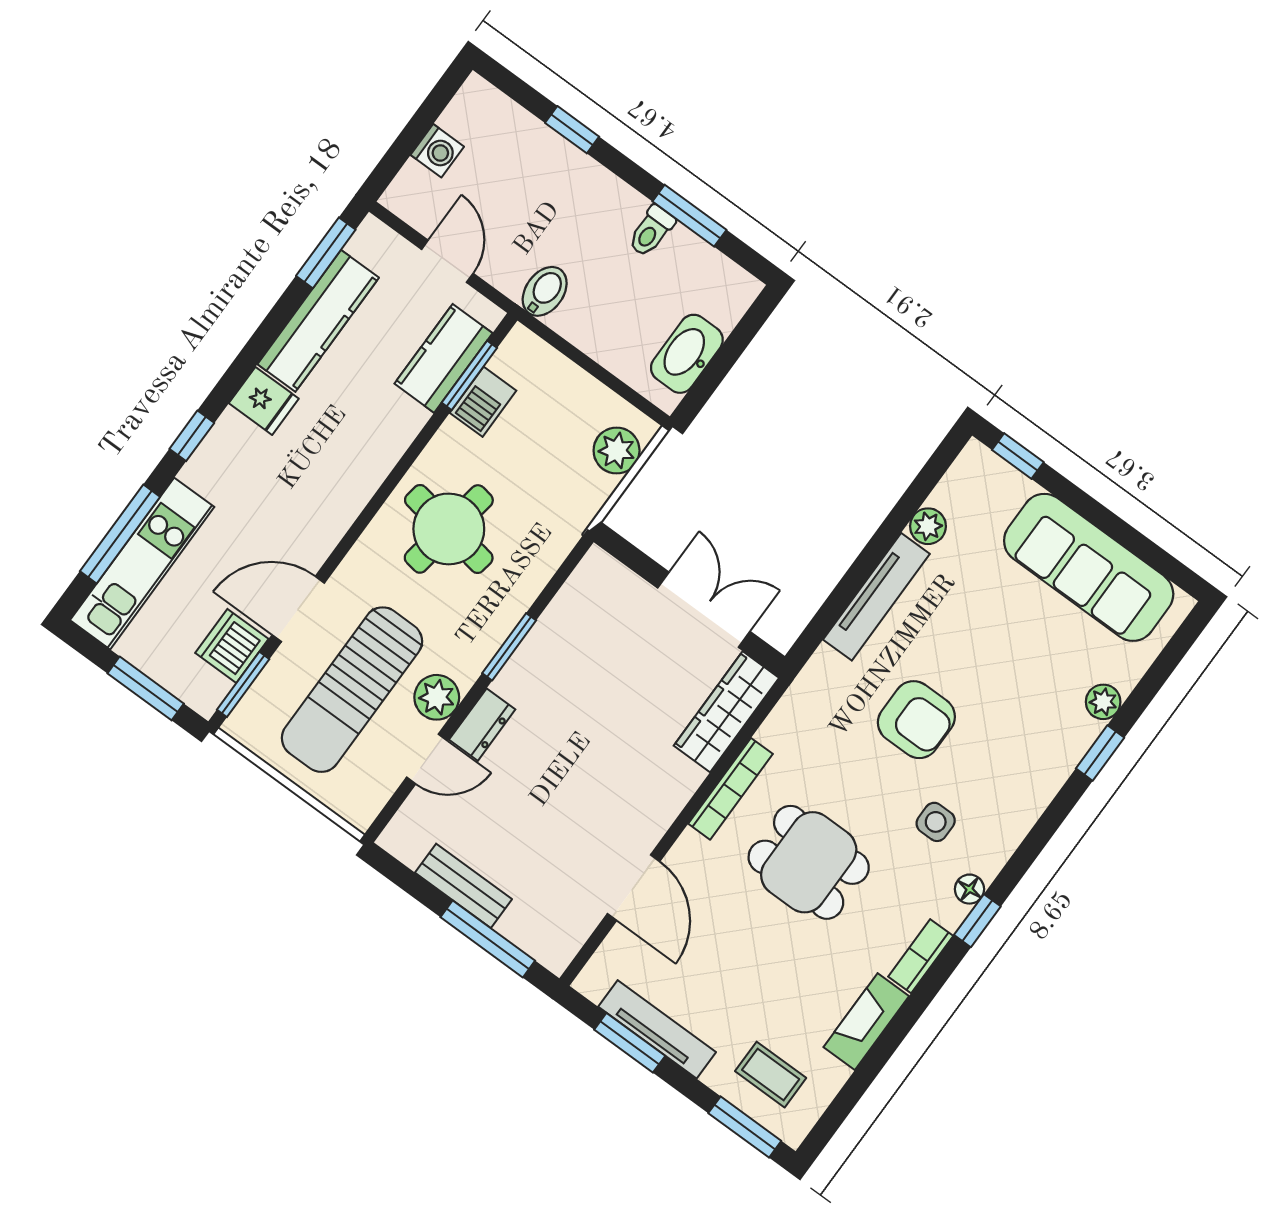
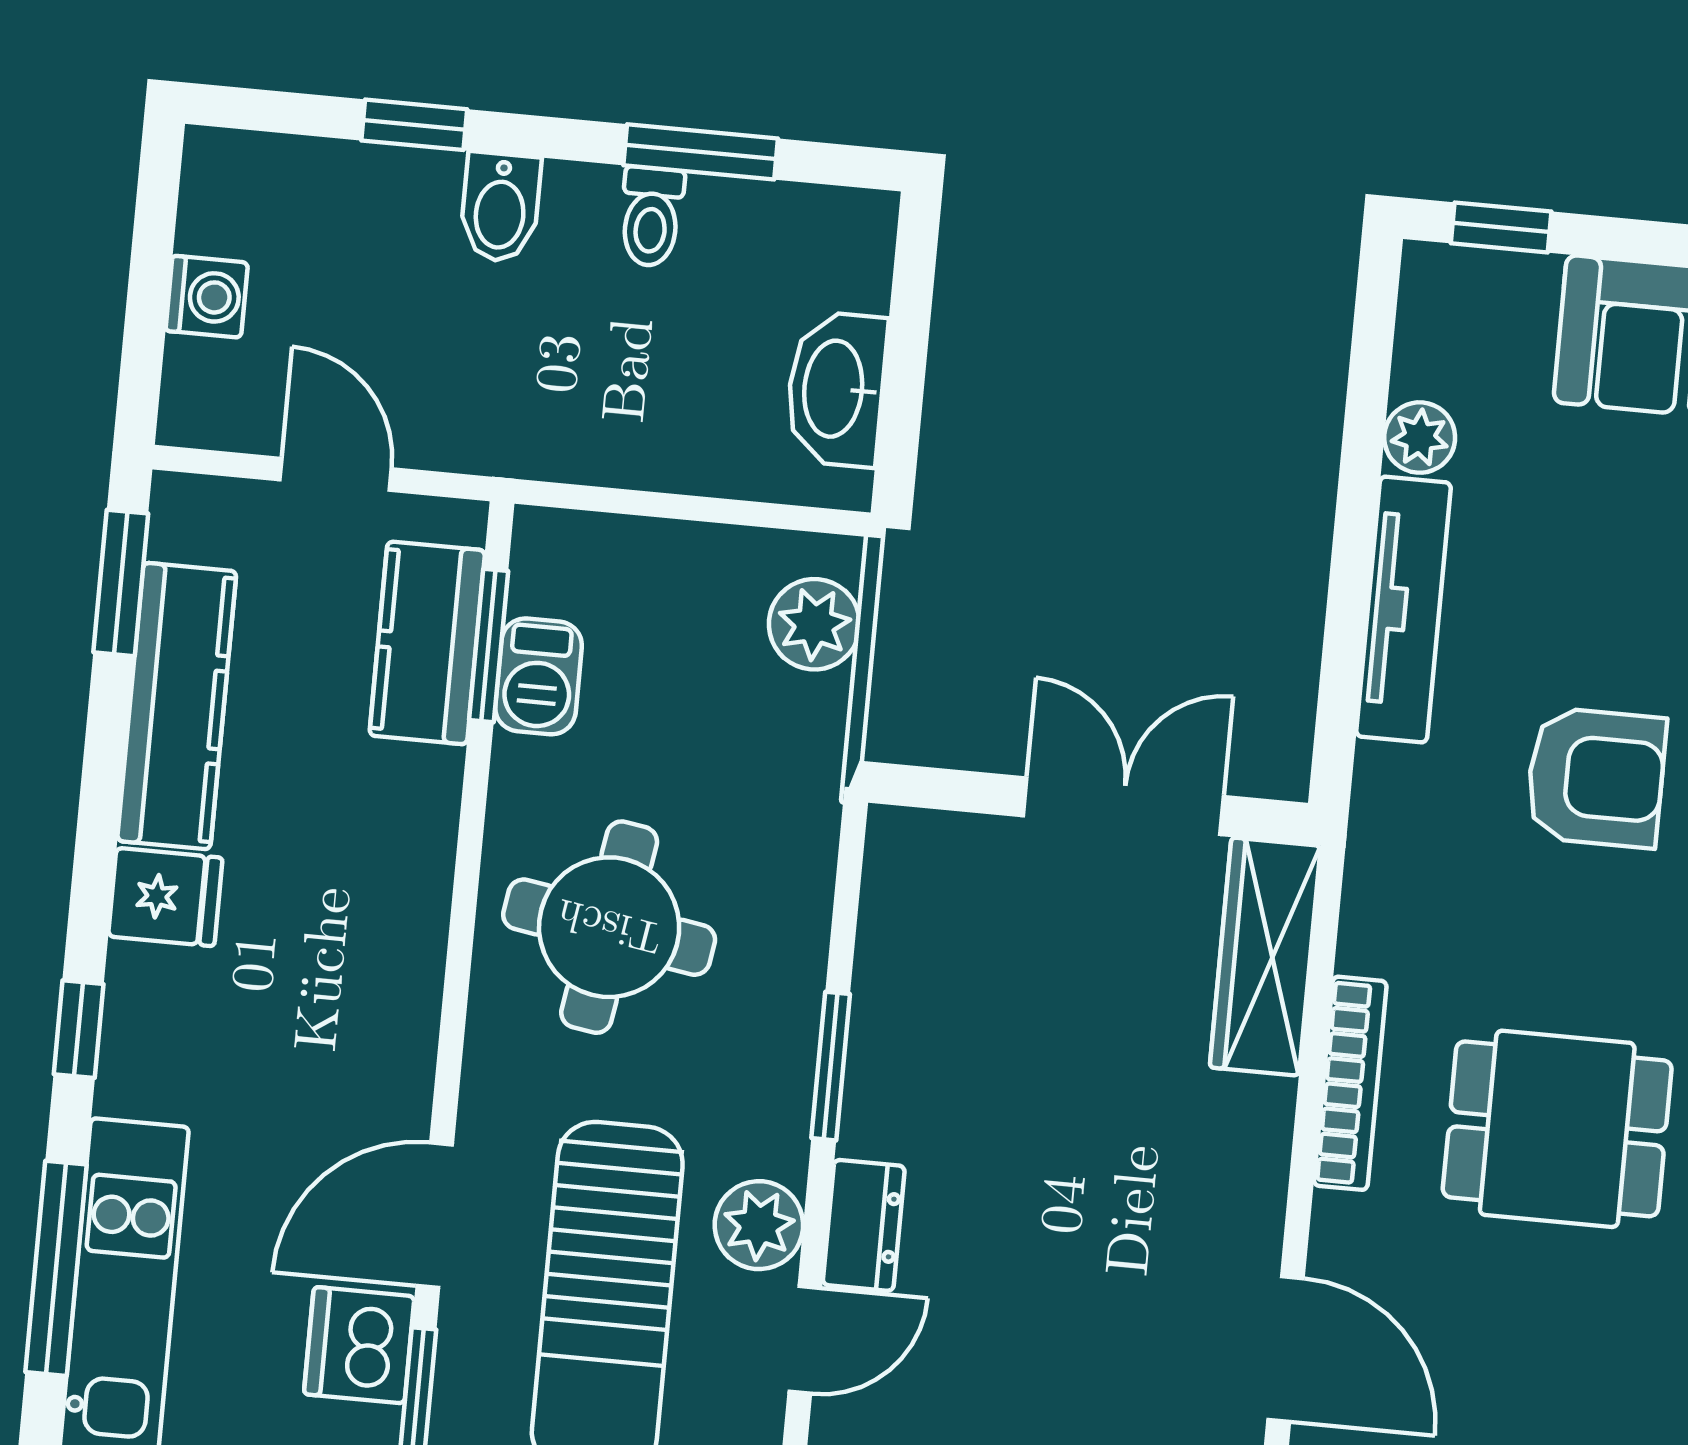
bidet: (545, 291) -> (500, 207), moved, turned 180

